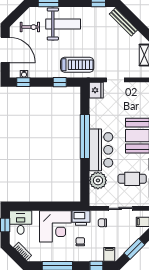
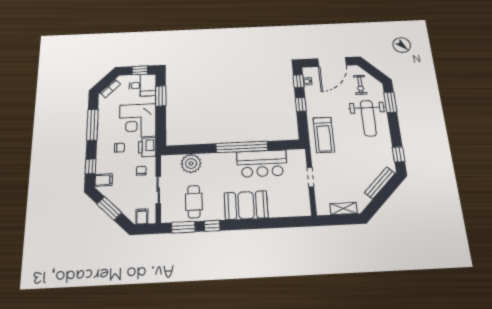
window: (60, 82) -> (301, 104), moved
fridge: (96, 90) -> (296, 157), removed
bar counter: (101, 150) -> (262, 164), moved
window: (32, 206) -> (161, 96), added

